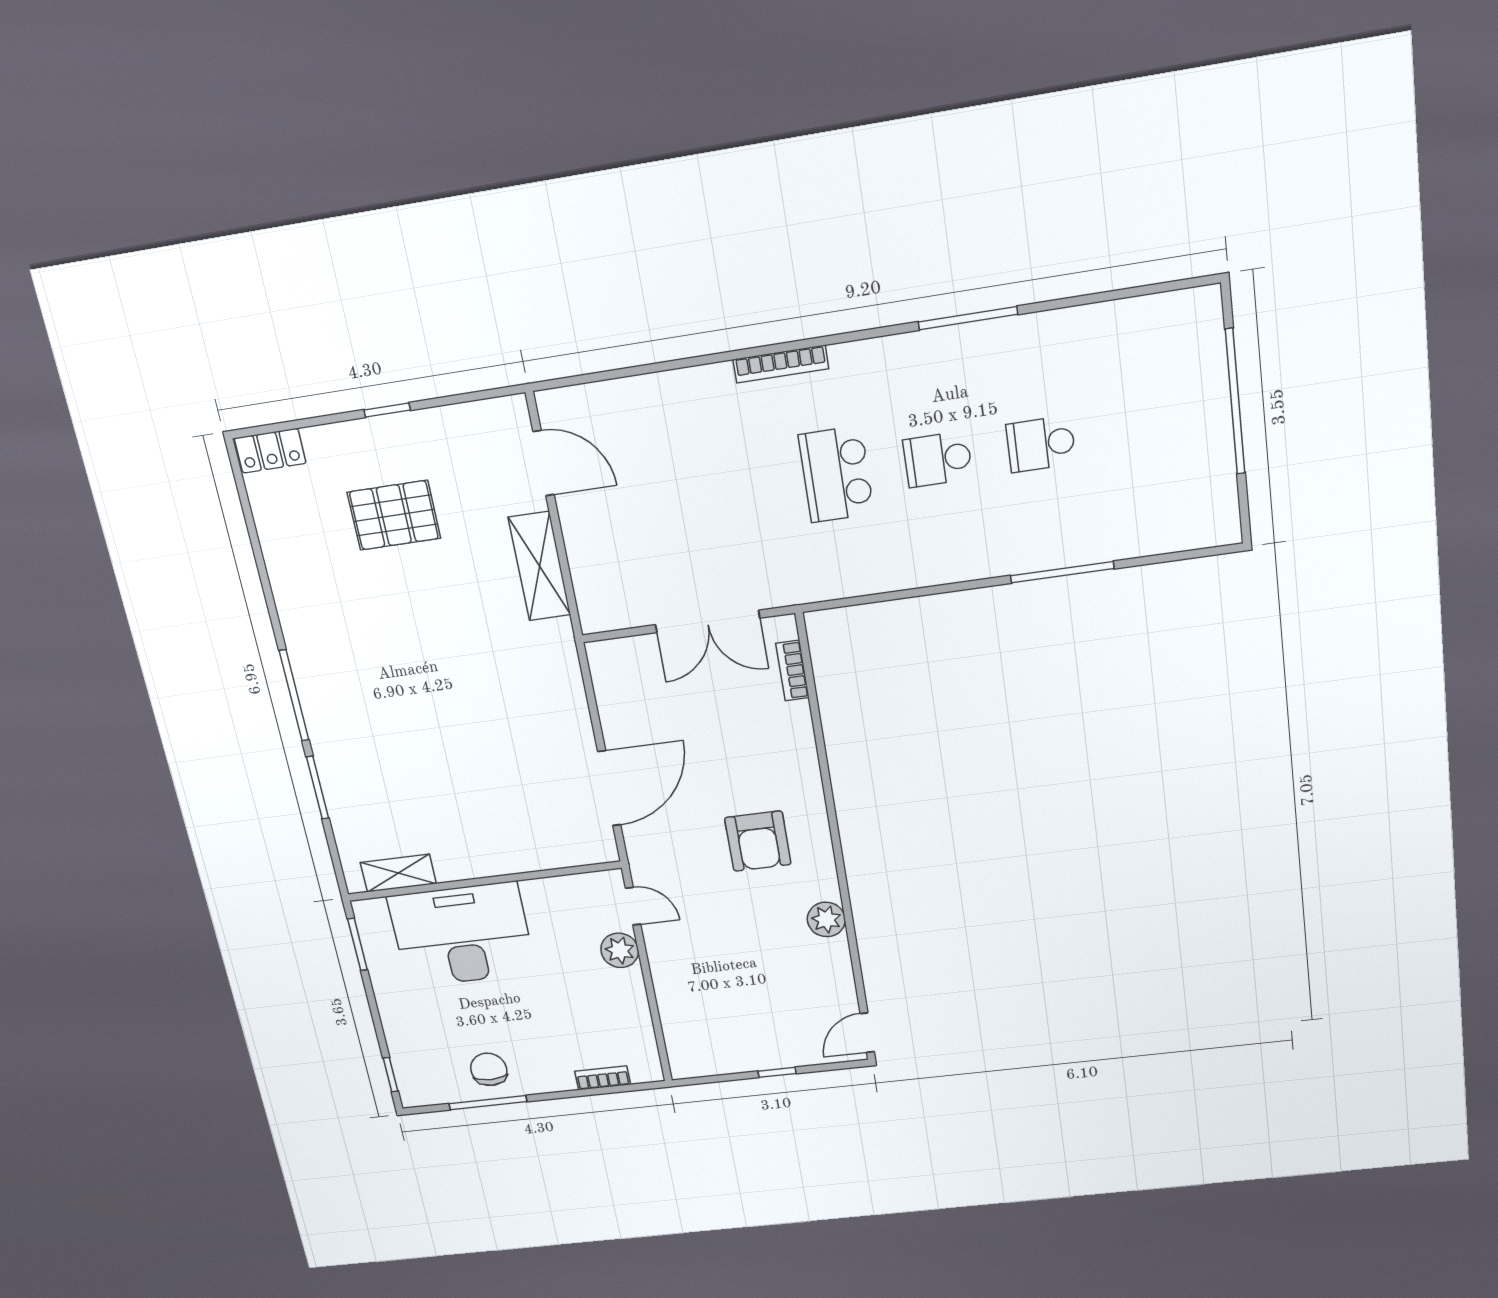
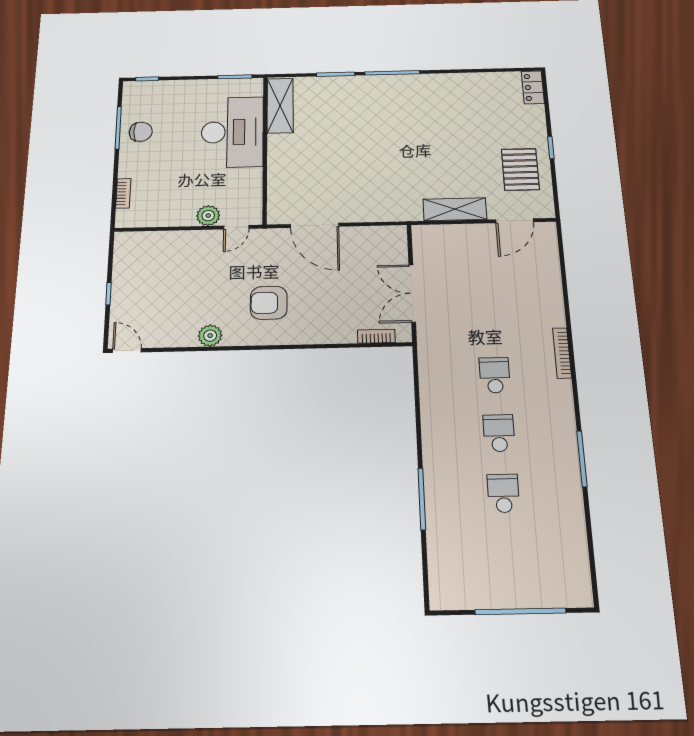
school desk: (836, 474) -> (495, 375), width x0.54
pallet: (394, 515) -> (520, 169), moved
shelving: (398, 873) -> (280, 106), width x1.50, depth x1.33

